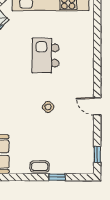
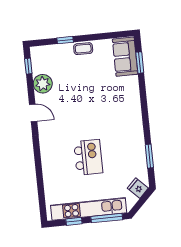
side table: (48, 107) -> (81, 107), removed
plant: (84, 135) -> (43, 84), added

